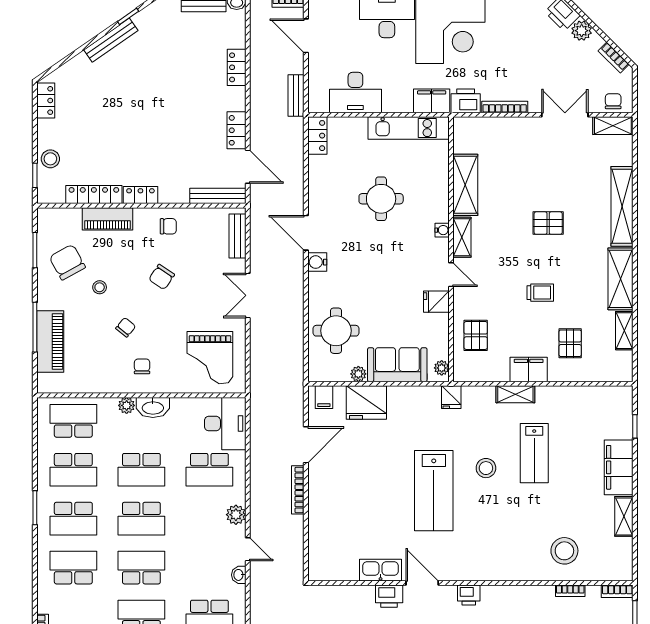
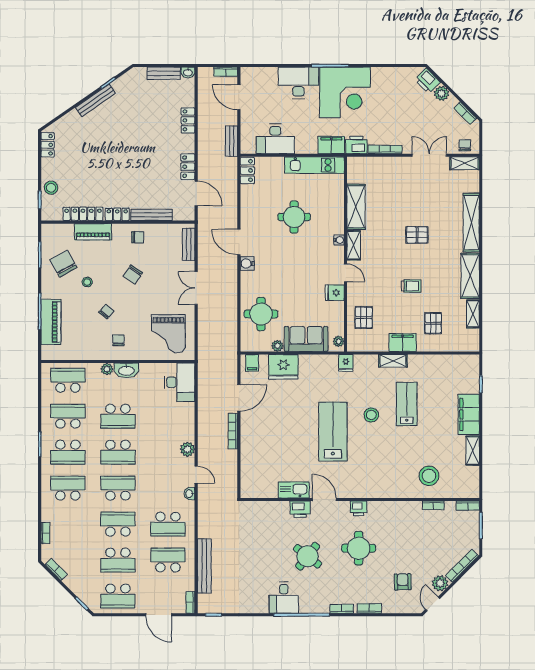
bench: (218, 196) -> (152, 215), moved
lab bench: (534, 453) -> (407, 404), turned 180
school desk: (73, 470) -> (68, 416), turned 180
school desk: (209, 470) -> (168, 416), removed
lab bench: (434, 491) -> (333, 432), turned 180

